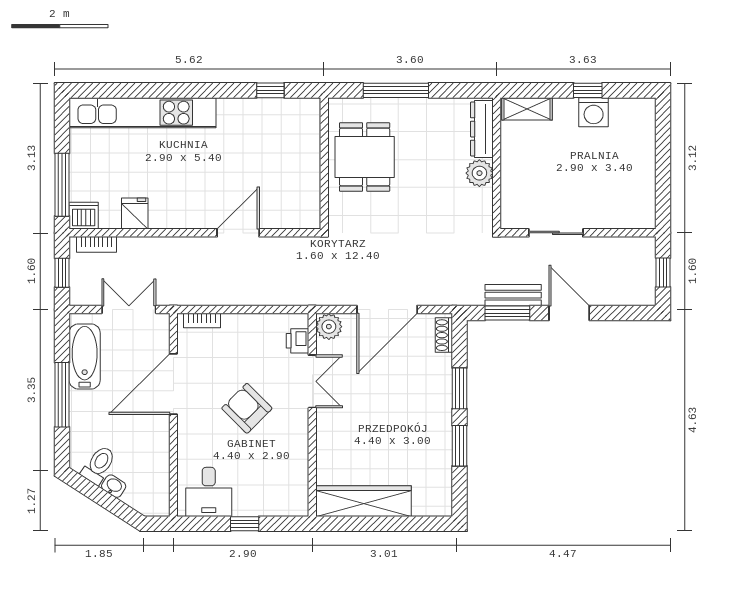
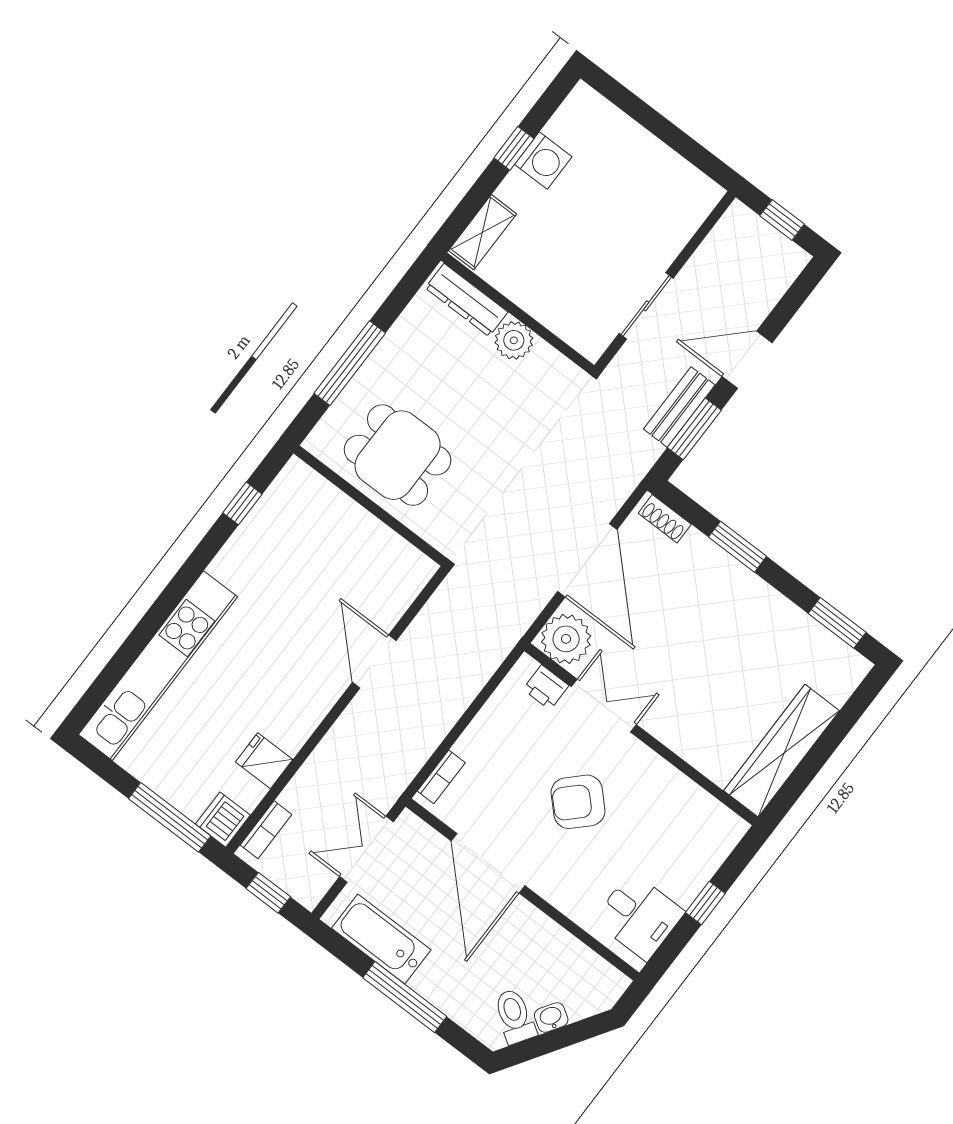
plant: (329, 327) -> (566, 639), width x1.36, depth x1.36
window: (460, 446) -> (837, 623), moved

